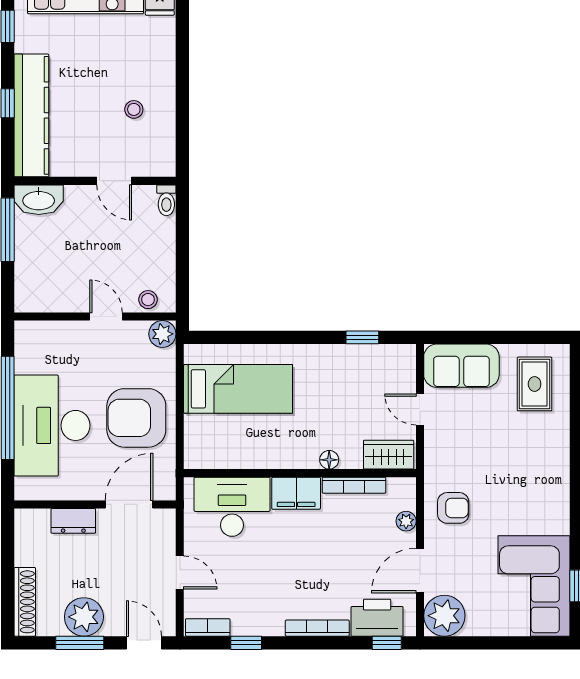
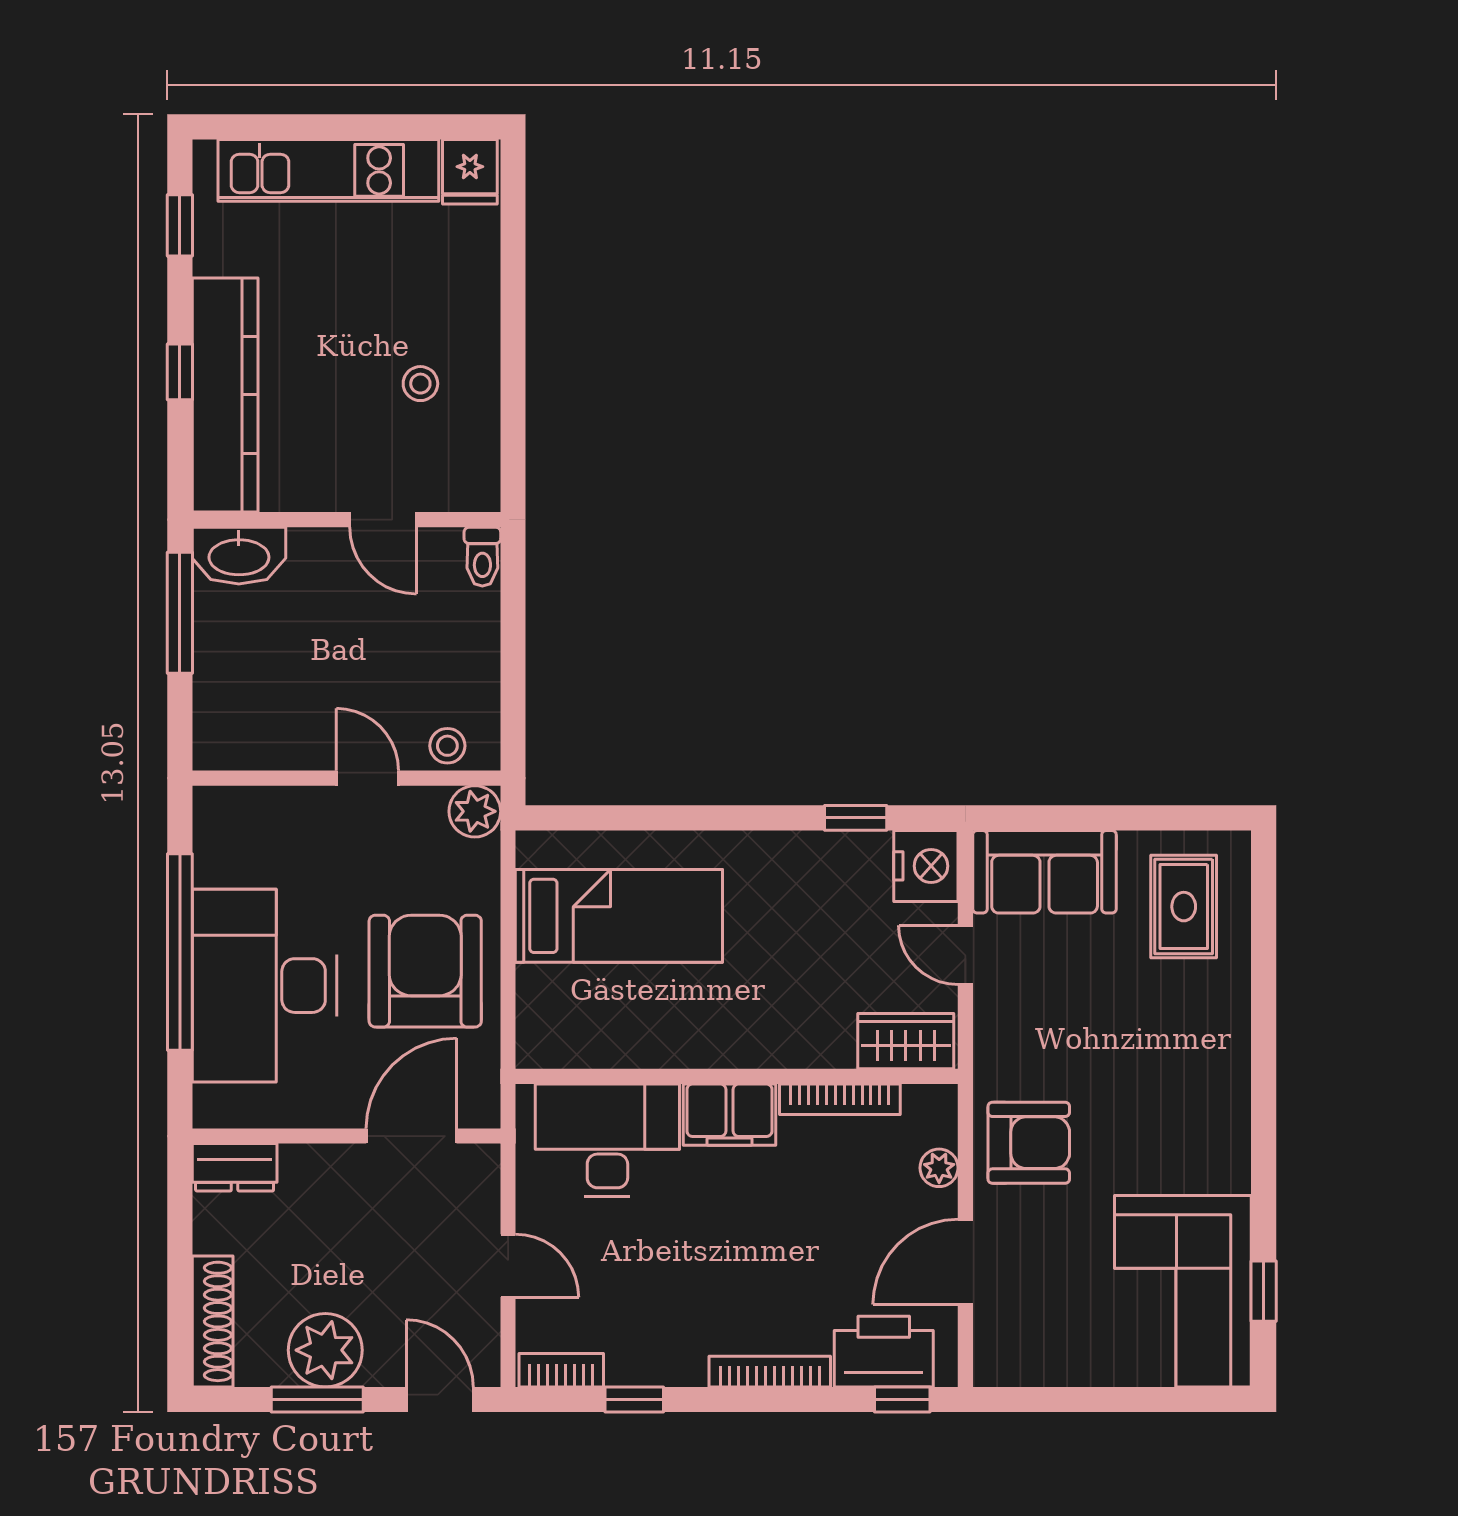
nightstand: (399, 363) -> (926, 866), added
armchair: (136, 418) -> (425, 971), turned 90
floor lamp: (329, 460) -> (793, 1051), removed
armchair: (453, 508) -> (1029, 1143), width x1.38, depth x1.38
dresser: (73, 521) -> (235, 1167), moved
plant: (444, 616) -> (1012, 1348), removed

